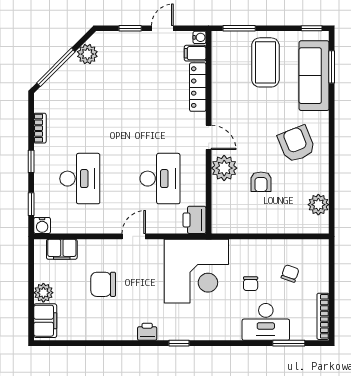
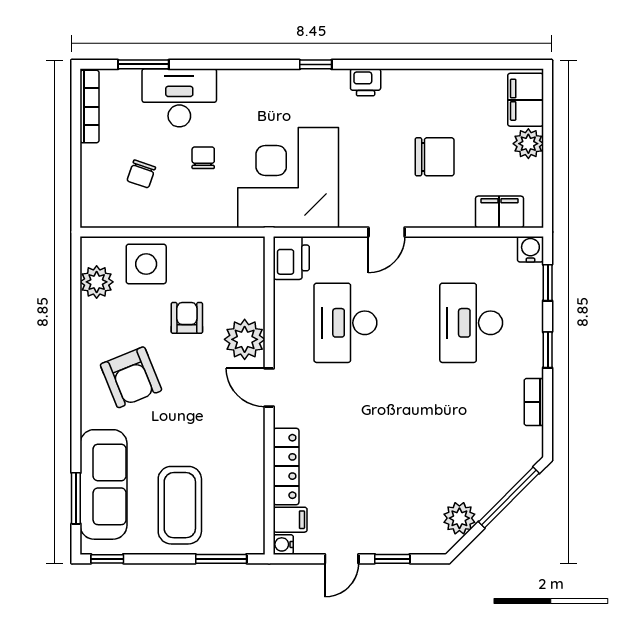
side table: (287, 216) -> (146, 264), added

